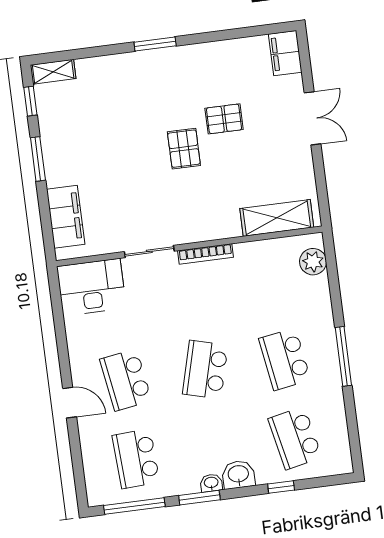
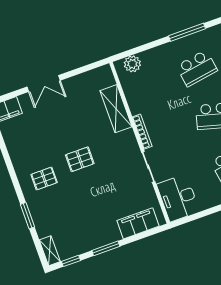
window: (155, 44) -> (28, 216), moved
double door: (312, 118) -> (44, 84), swing flipped
pallet: (224, 119) -> (44, 178), moved, turned 90
shelving: (277, 218) -> (116, 109), moved

